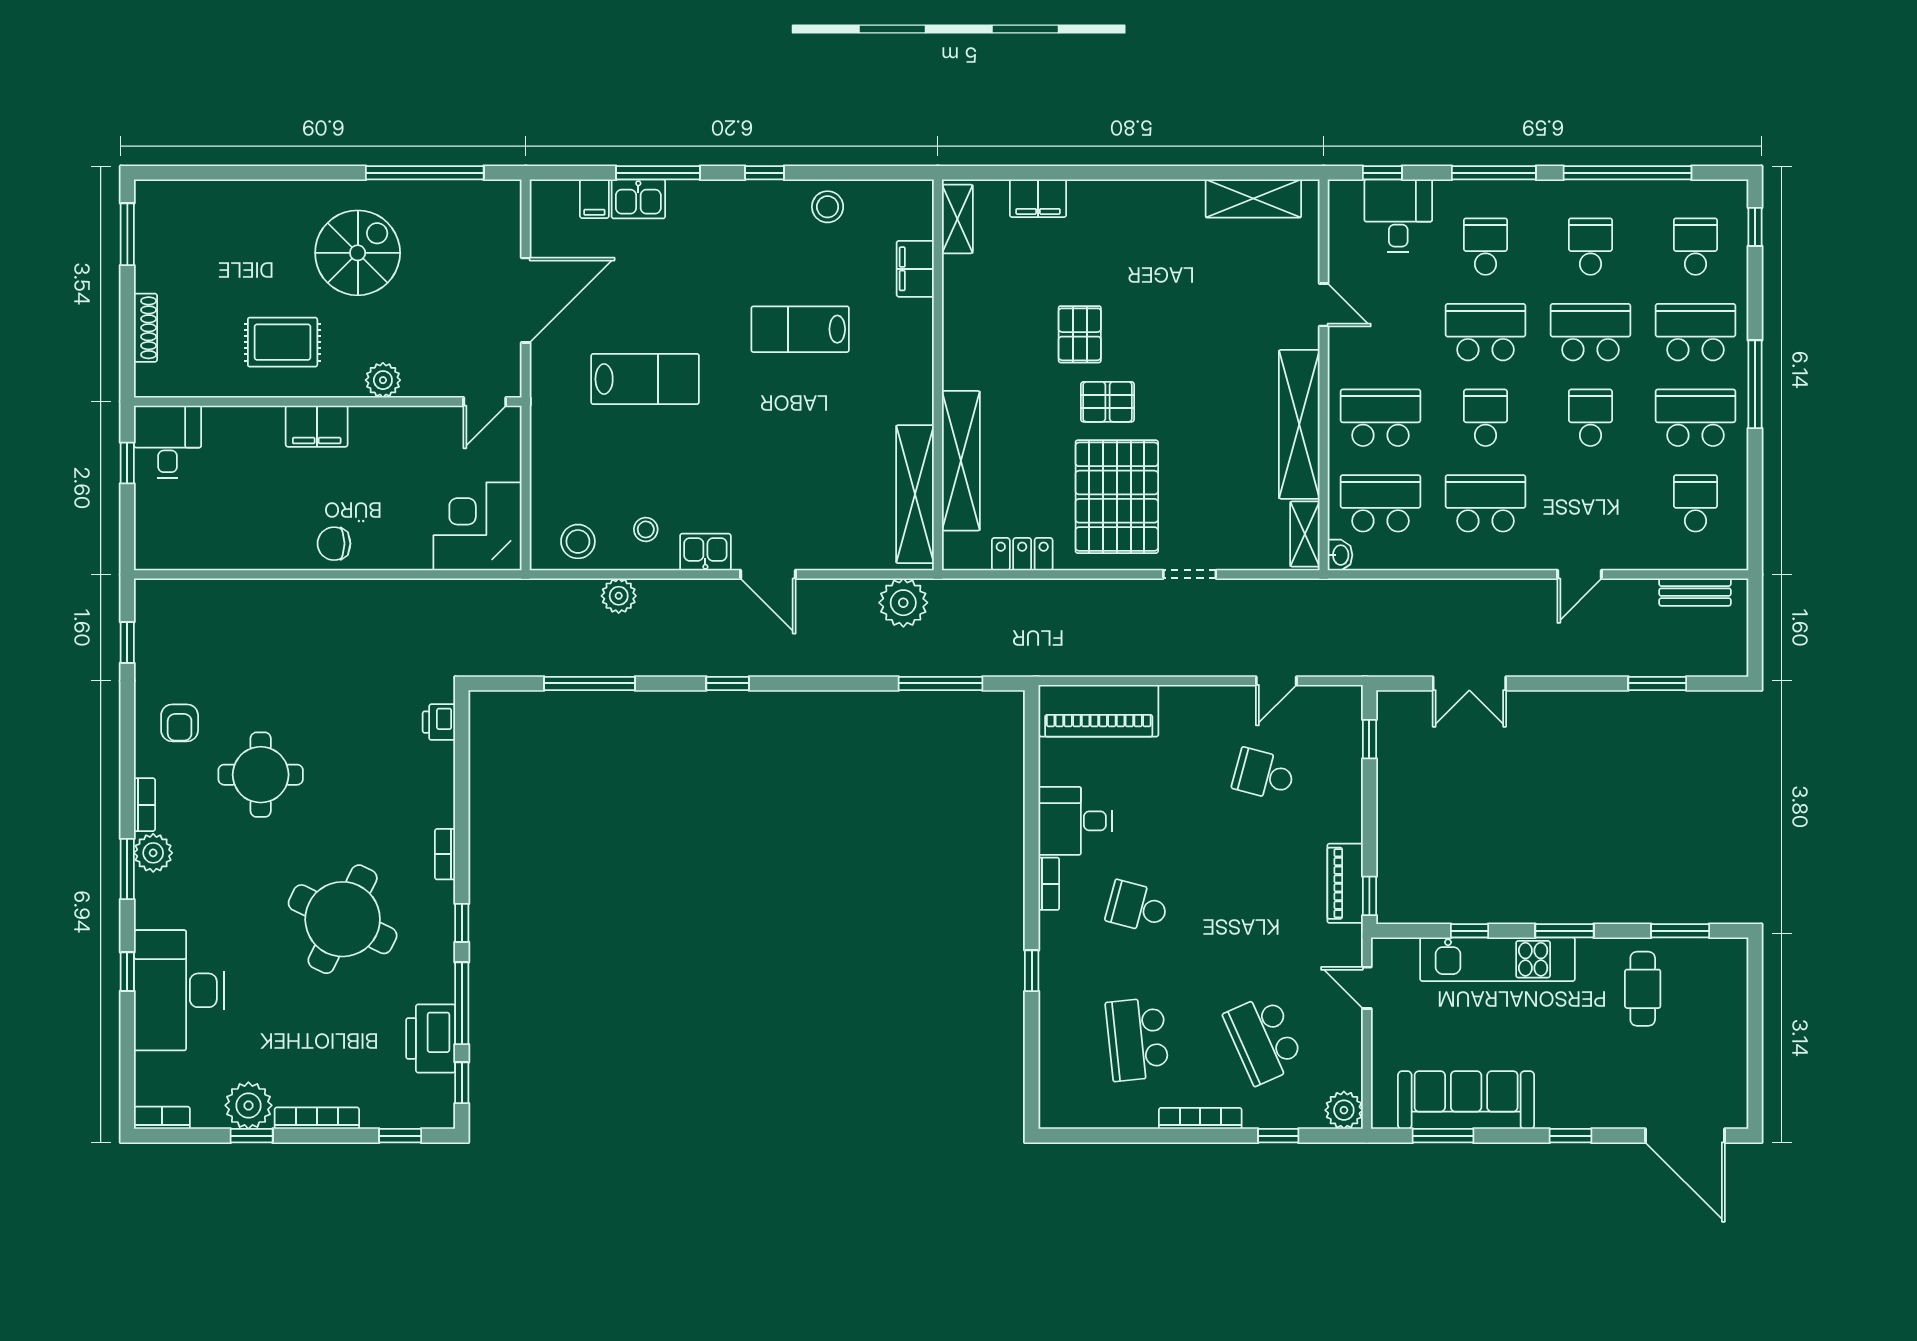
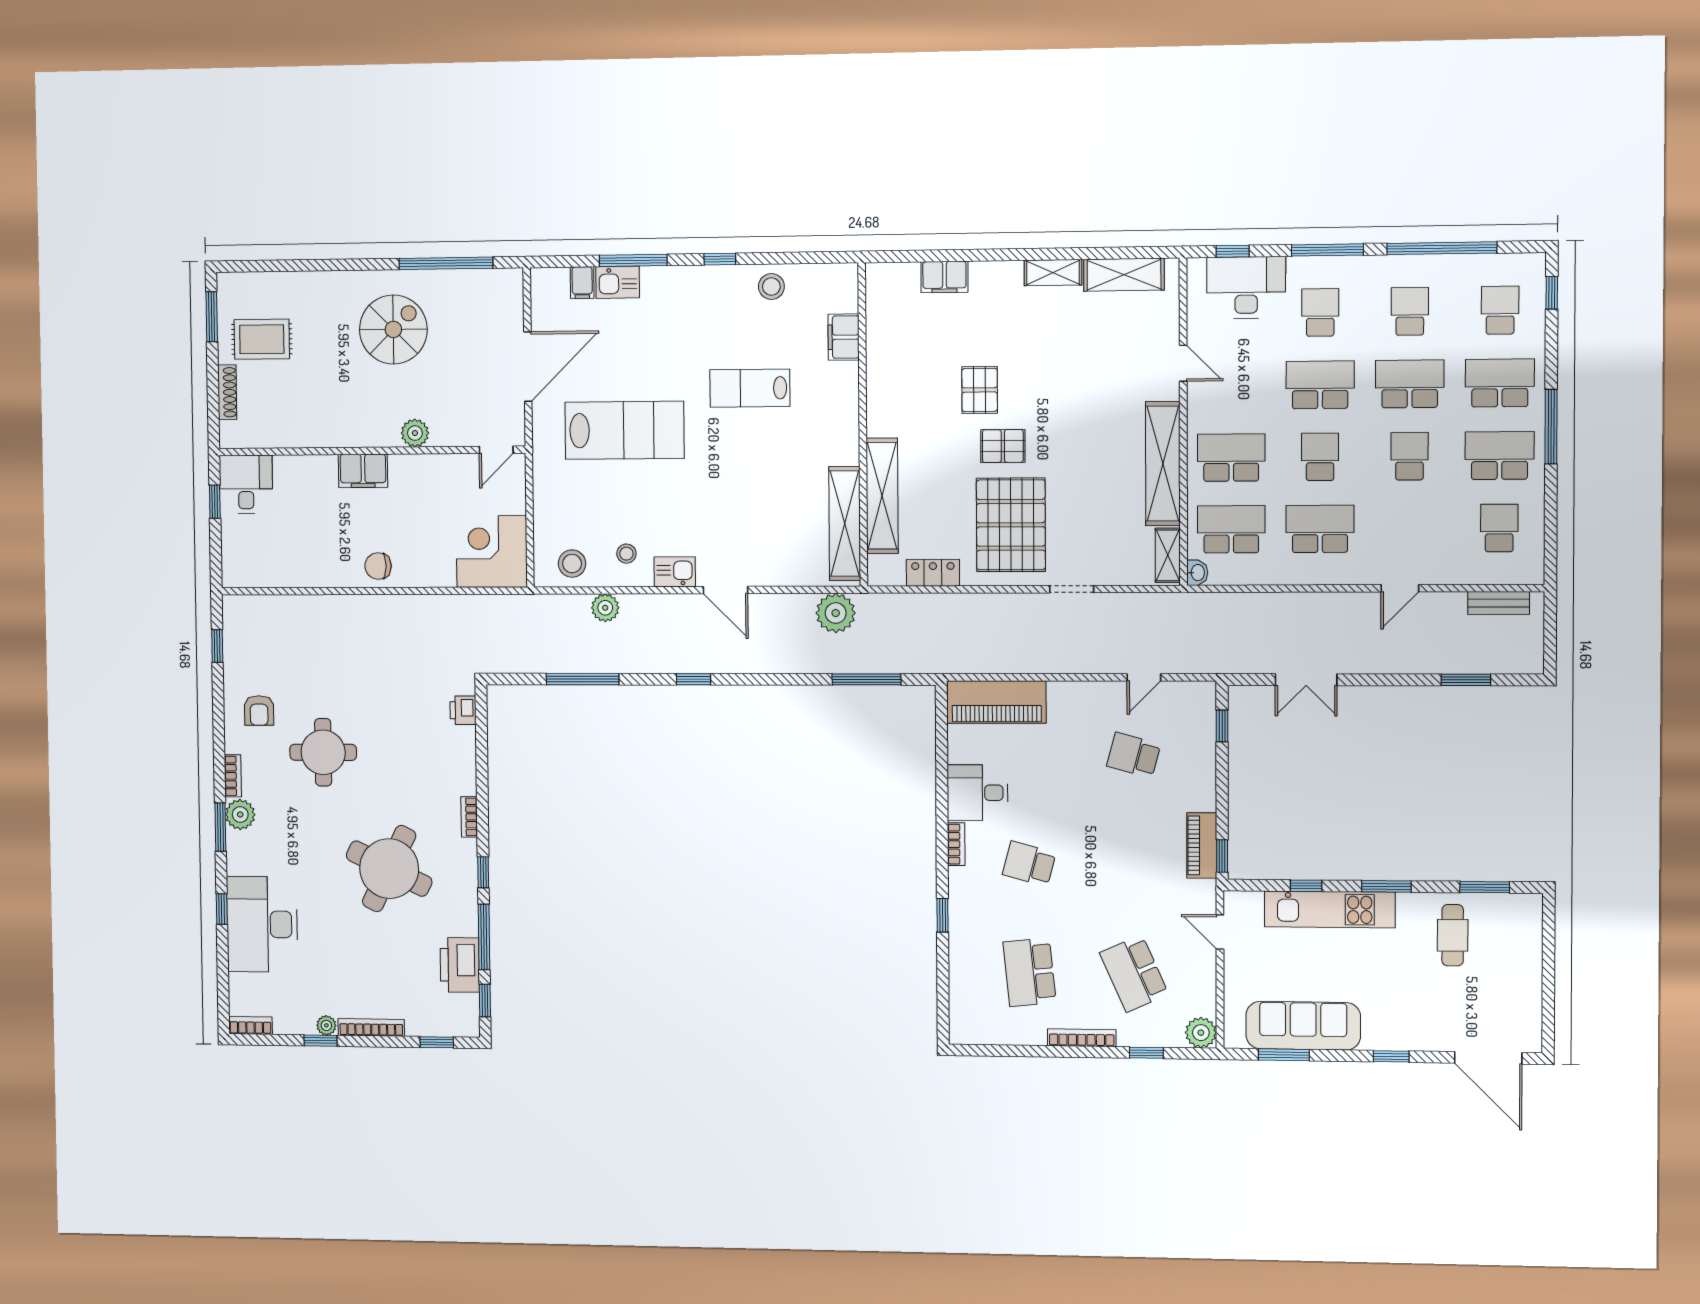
desk: (1398, 216) -> (1246, 288), width x1.37
shelving: (957, 219) -> (1053, 273), moved, turned 90
rug: (283, 342) -> (262, 339), moved
lab bench: (645, 379) -> (625, 430), width x1.36, depth x1.39
plant: (248, 1105) -> (326, 1025), width x0.53, depth x0.53

